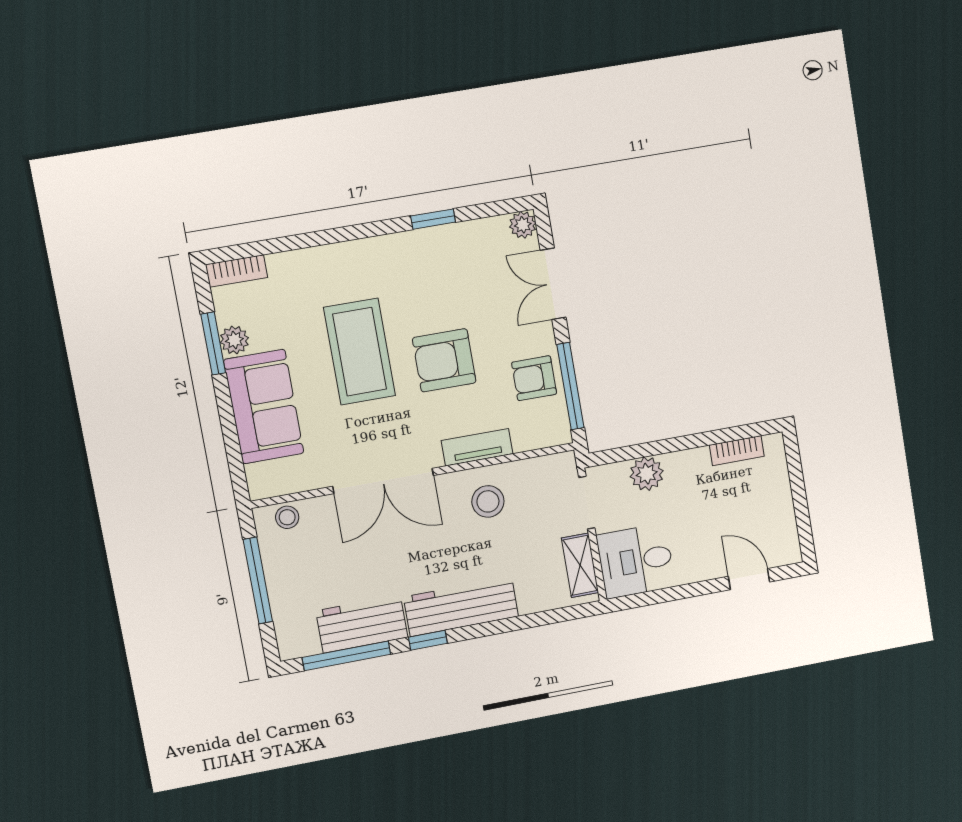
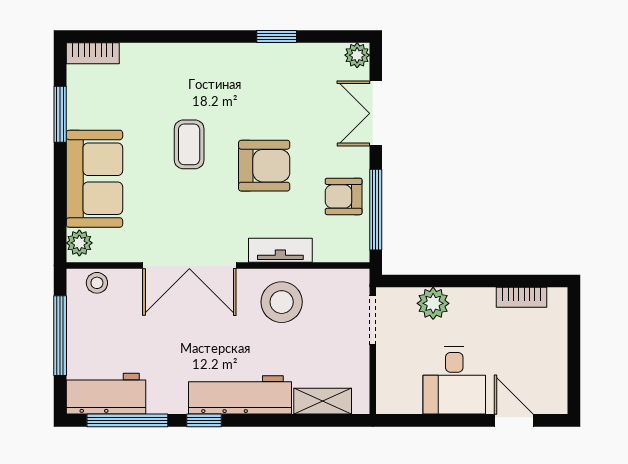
plant: (234, 340) -> (79, 243), moved
coffee table: (360, 352) -> (189, 144), width x0.54, depth x0.58
armchair: (444, 360) -> (264, 166), turned 180
stool: (488, 501) -> (282, 302), width x1.38, depth x1.38
desk: (636, 561) -> (454, 381), moved, turned -90
shelving: (580, 565) -> (323, 401), moved, turned 90
workbench: (362, 624) -> (106, 394), moved

